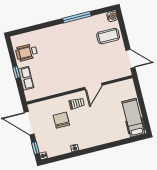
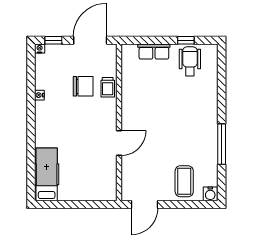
window: (16, 72) -> (186, 40), moved
door: (93, 86) -> (119, 143), swing flipped
trolley: (77, 103) -> (108, 87), moved
hospital bed: (133, 118) -> (47, 174), moved, turned -90

